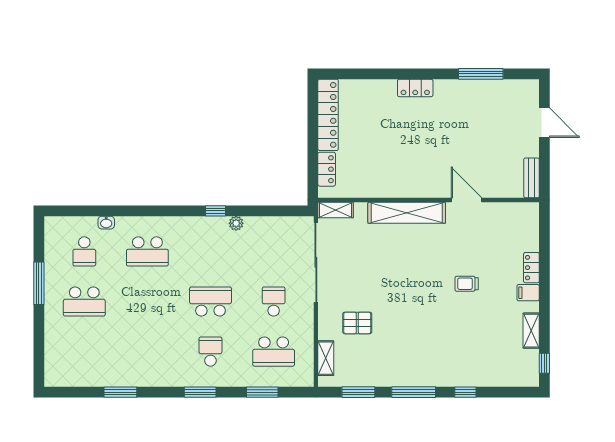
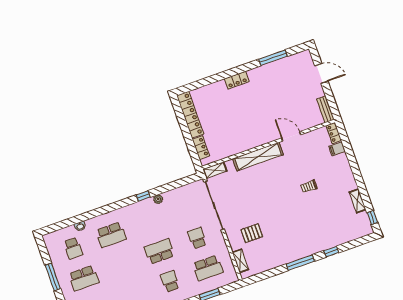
locker: (531, 268) -> (334, 133), moved
filing cabinet: (528, 293) -> (337, 149), moved
window: (358, 392) -> (267, 274), removed

